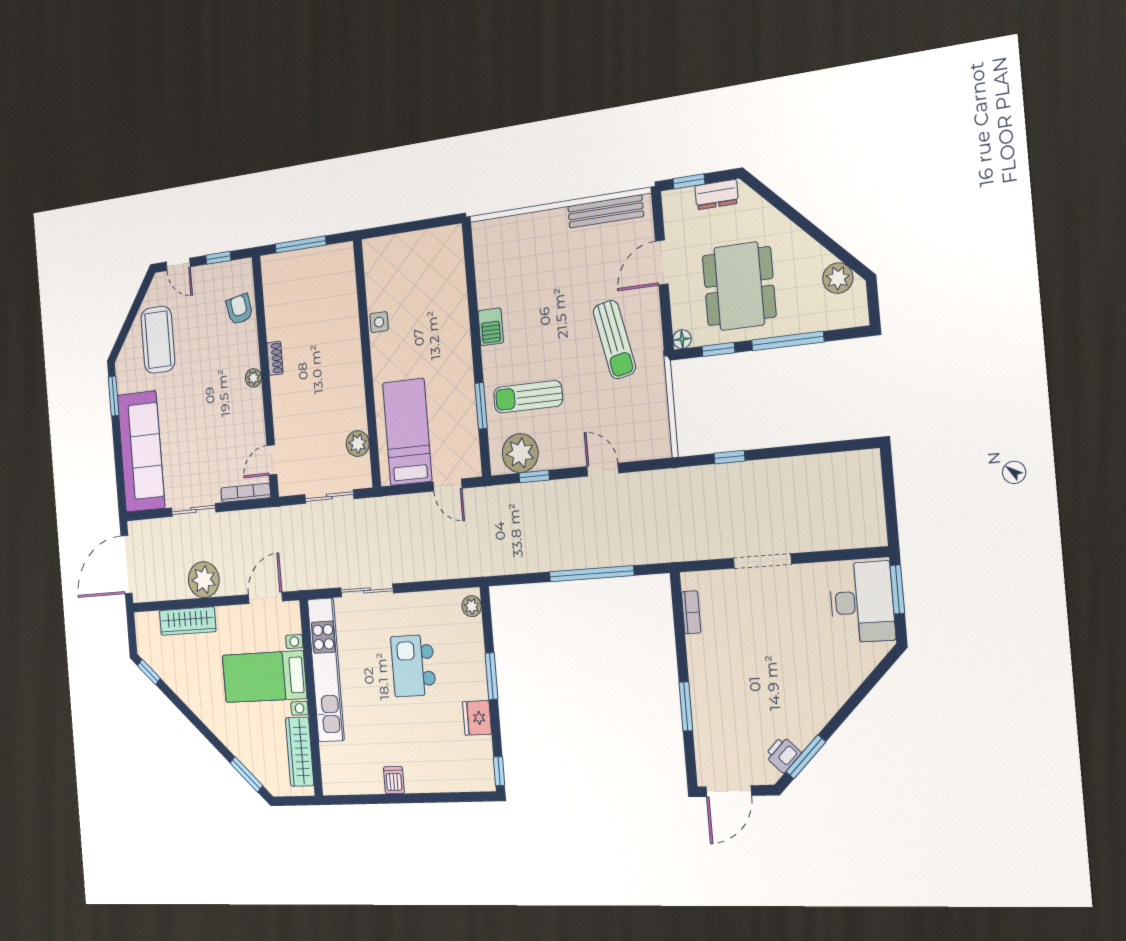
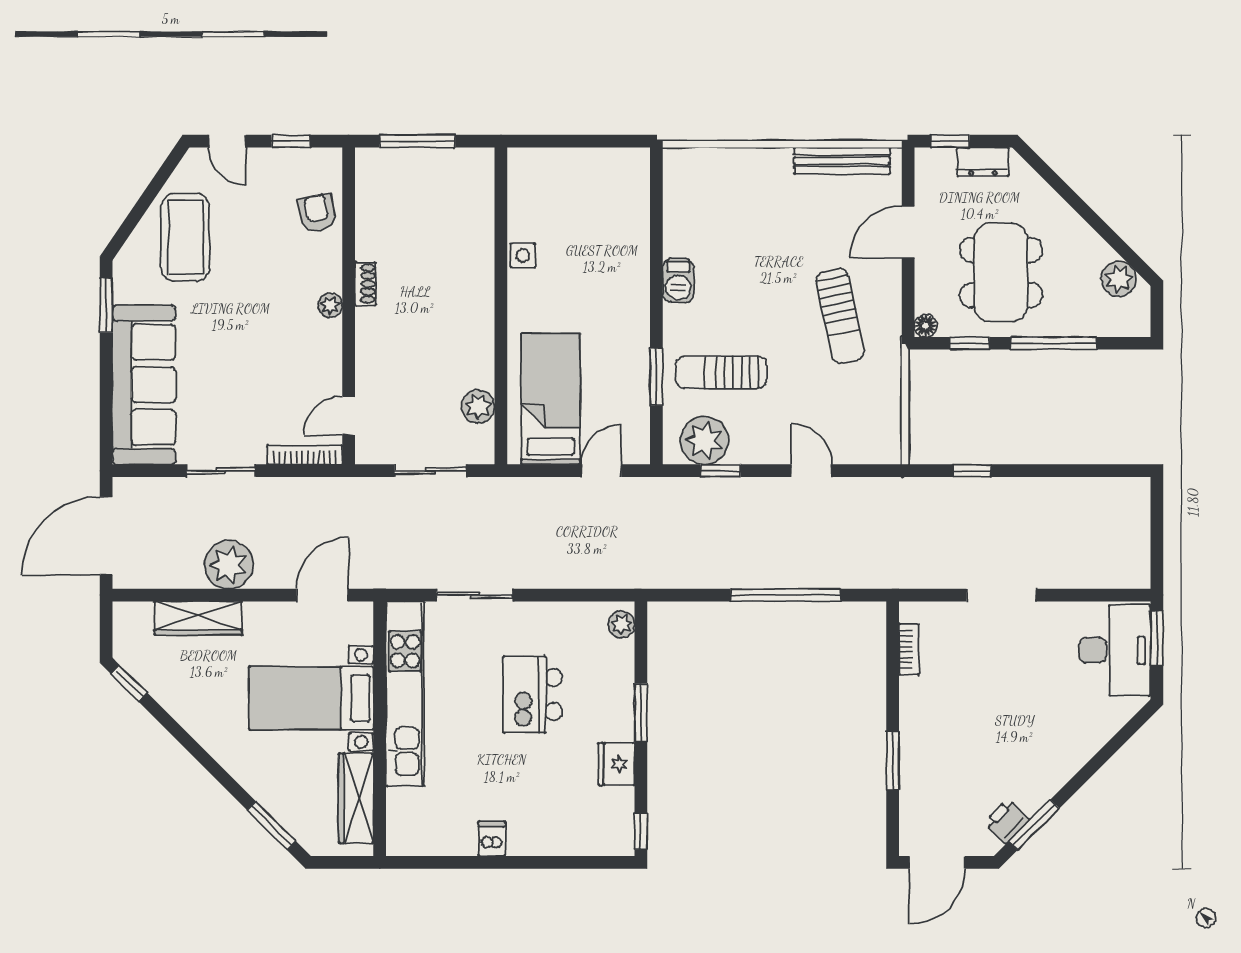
door: (447, 485) -> (601, 471), swing flipped

